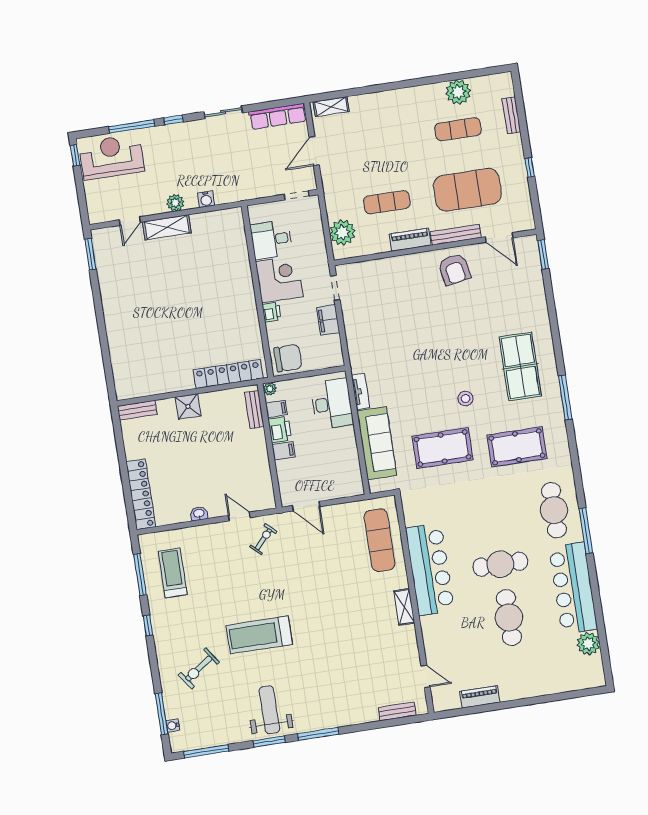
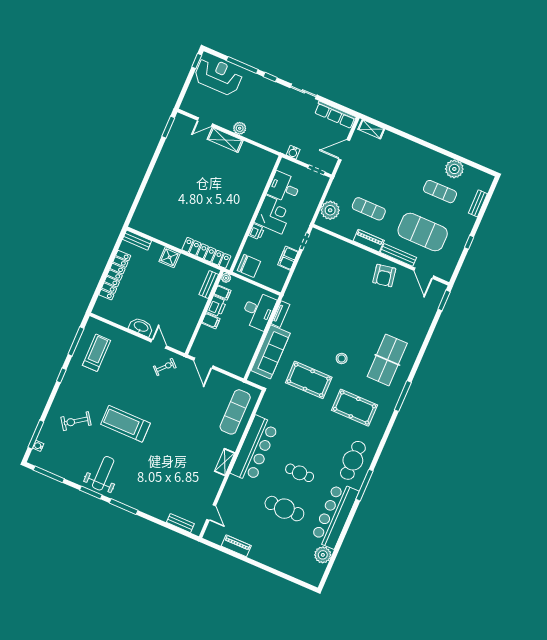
water cooler: (206, 199) -> (293, 152), moved
locker: (141, 494) -> (115, 275), moved
washbasin: (199, 514) -> (141, 327), width x1.91, depth x1.45
cafe table: (500, 564) -> (300, 473), width x0.73, depth x0.74
cafe table: (509, 617) -> (284, 509), turned 90

